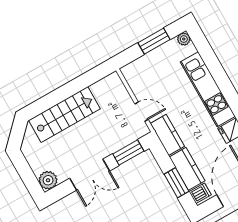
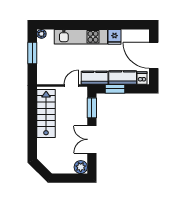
stairs: (64, 115) -> (46, 113), moved
double door: (90, 175) -> (92, 139), swing flipped
window: (177, 183) -> (115, 89), moved

